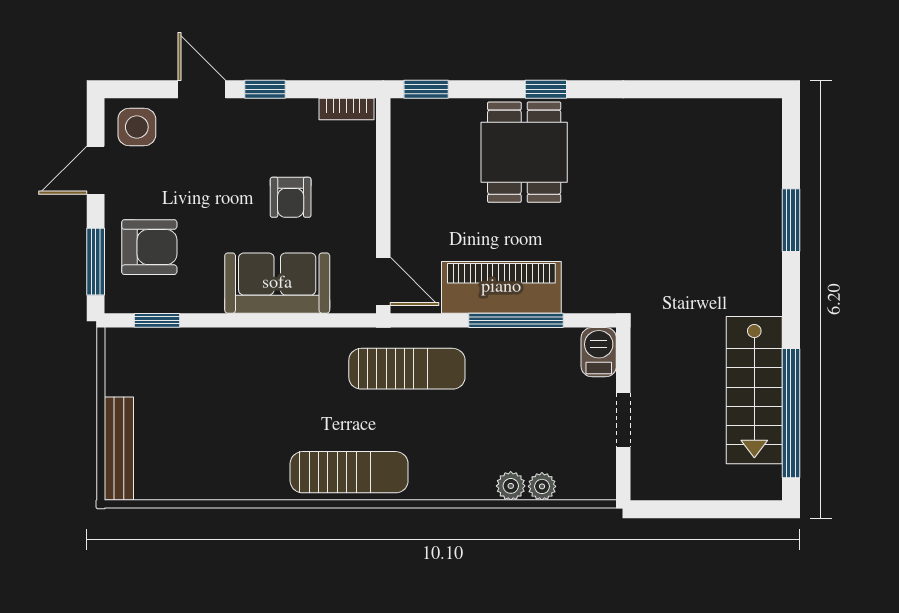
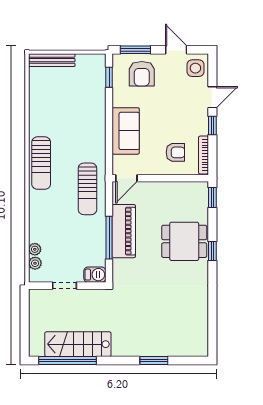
bookcase: (347, 109) -> (204, 155), width x1.56
armchair: (291, 197) -> (175, 152), moved, turned 180
plant: (511, 486) -> (35, 263), moved

